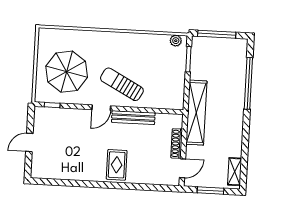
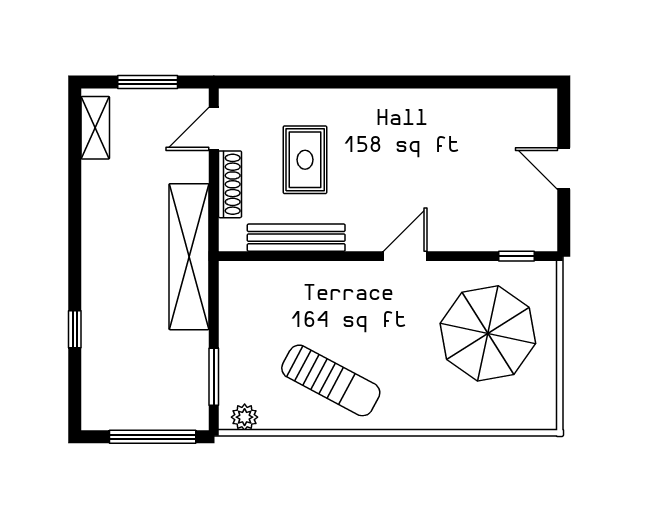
window: (248, 83) -> (75, 329), width x0.32
sun lounger: (122, 84) -> (331, 380), moved
bench: (133, 118) -> (296, 238), moved
door: (29, 142) -> (564, 169), swing flipped
rug: (117, 165) -> (305, 160), moved

